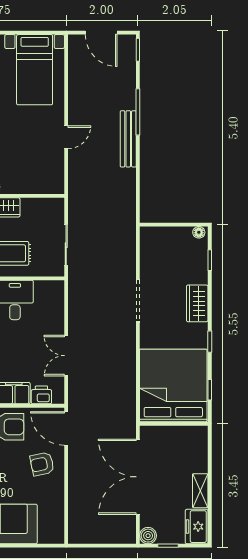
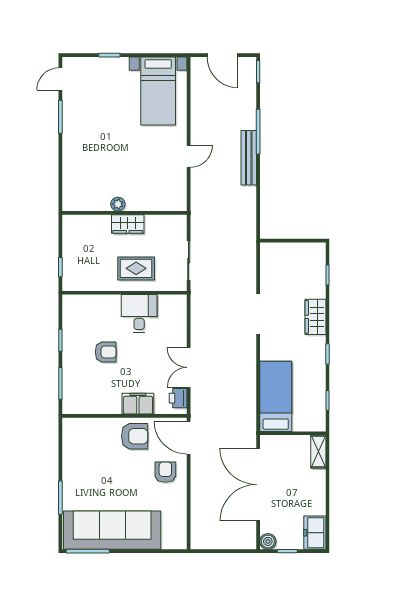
floor lamp: (199, 232) -> (317, 248), removed
bed: (173, 385) -> (276, 396), width x0.49
printer: (41, 395) -> (178, 398), moved, turned -90
armchair: (42, 464) -> (165, 472), turned 102
shelving: (200, 491) -> (318, 452), moved

